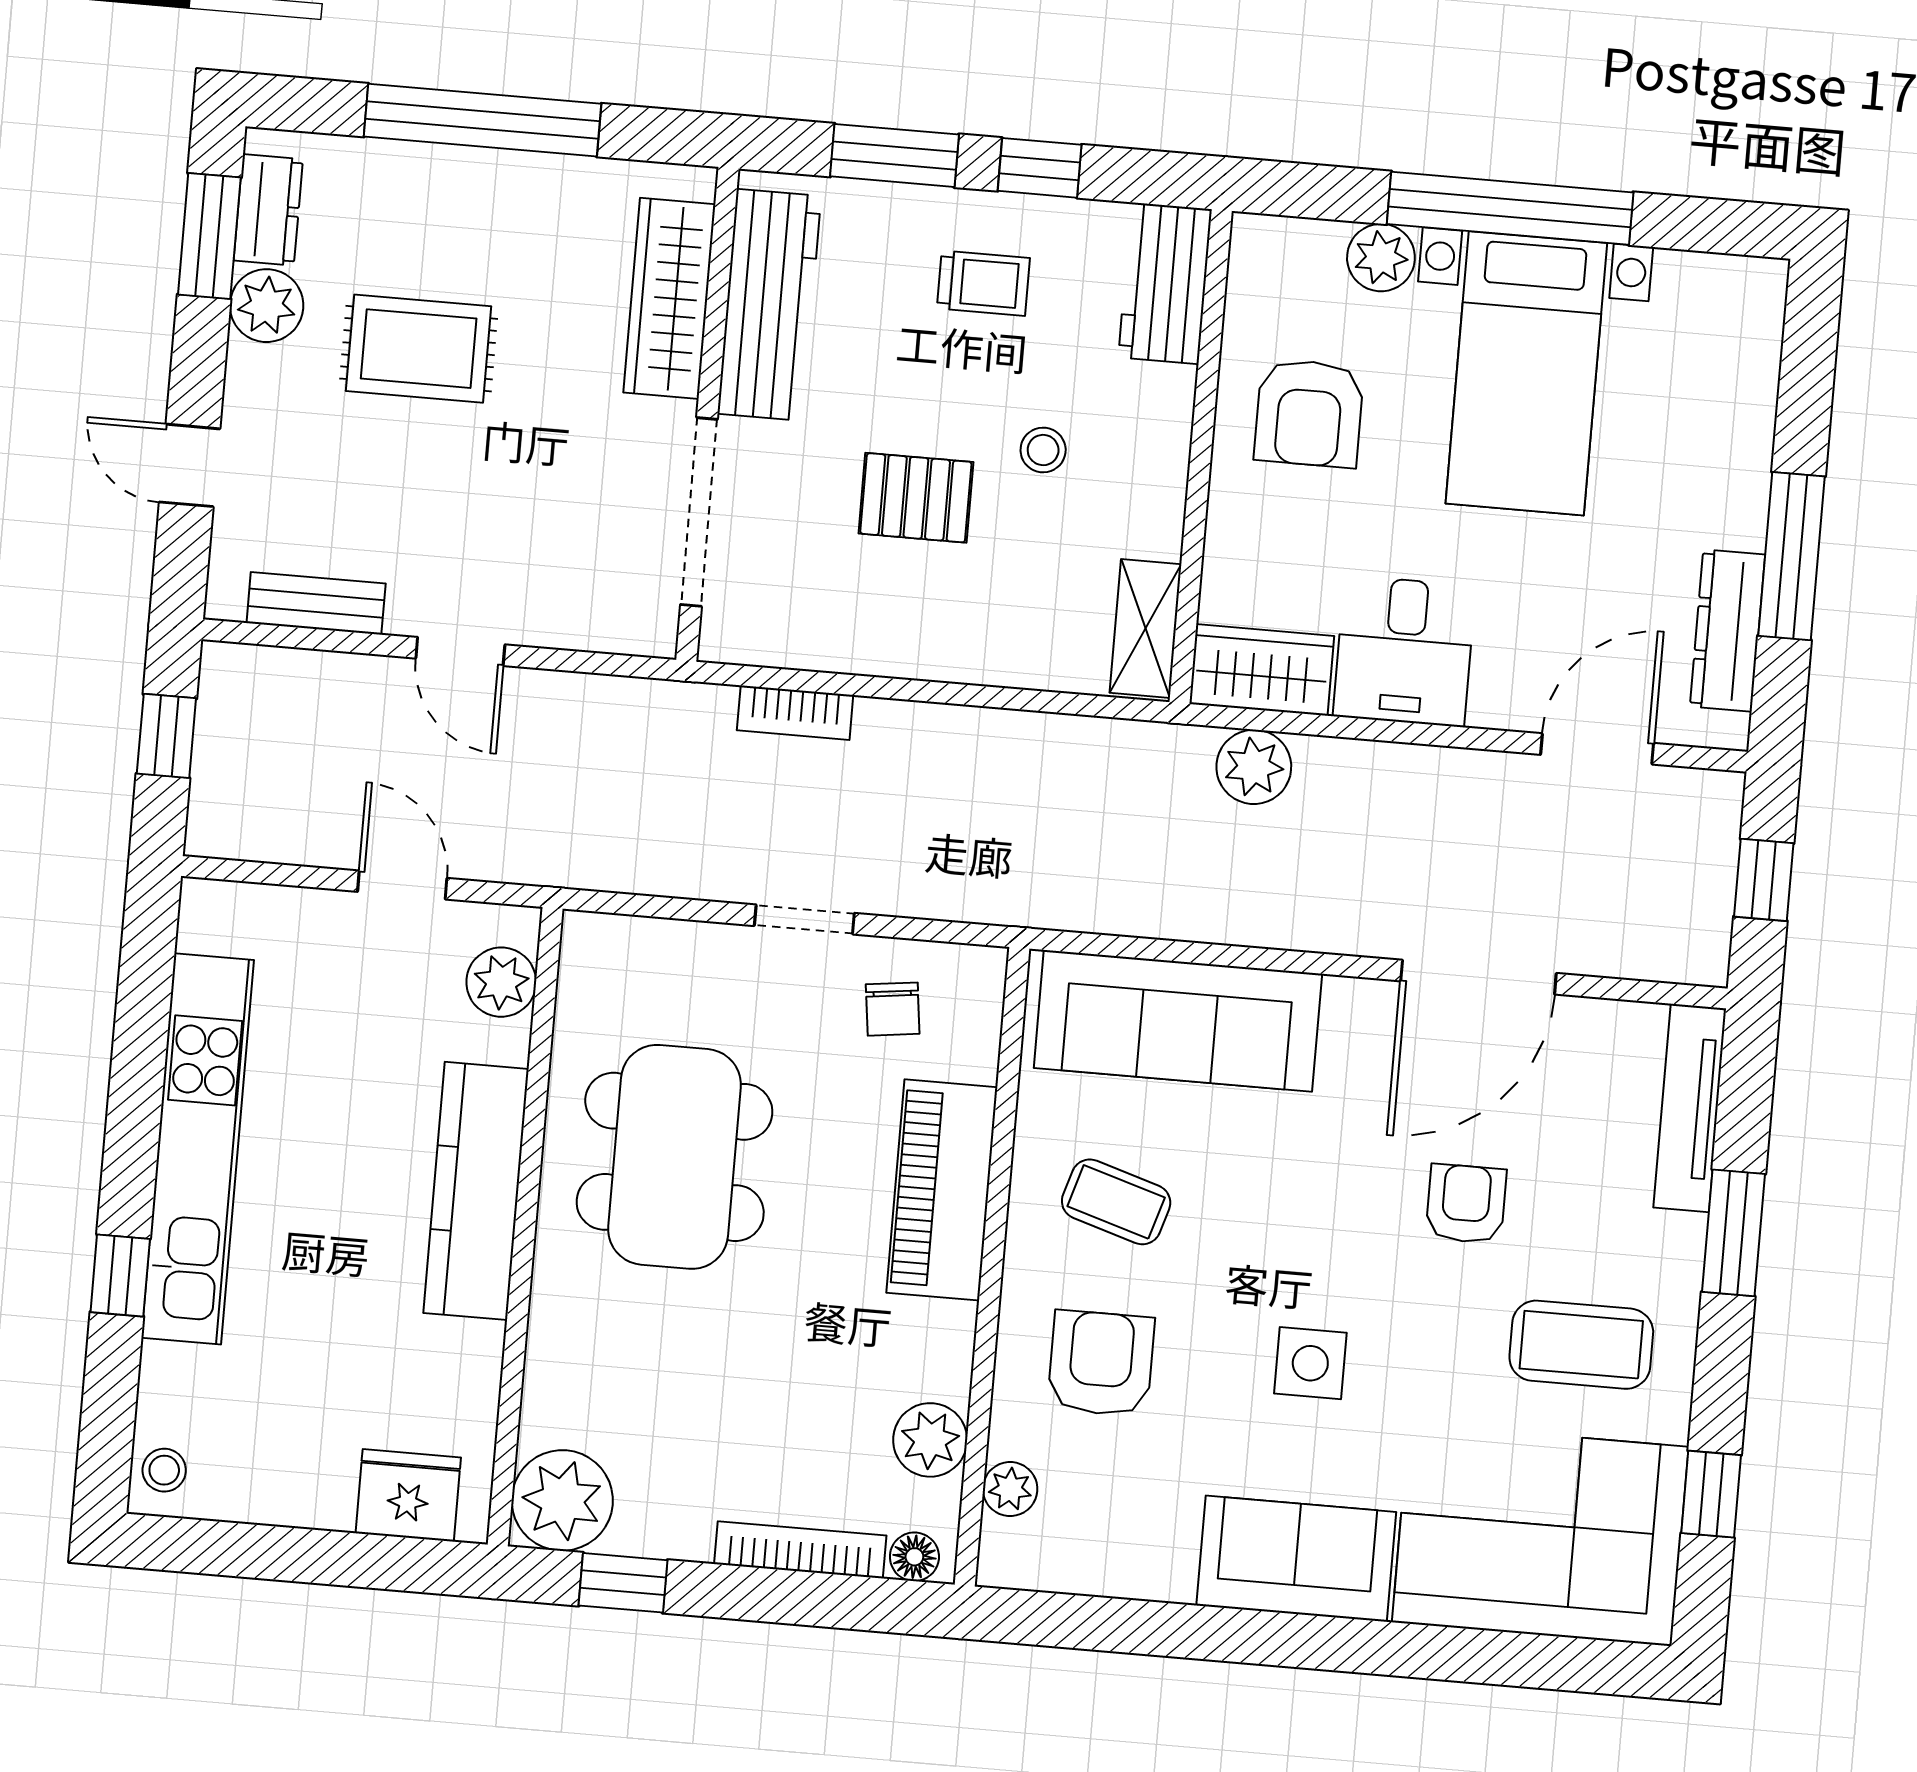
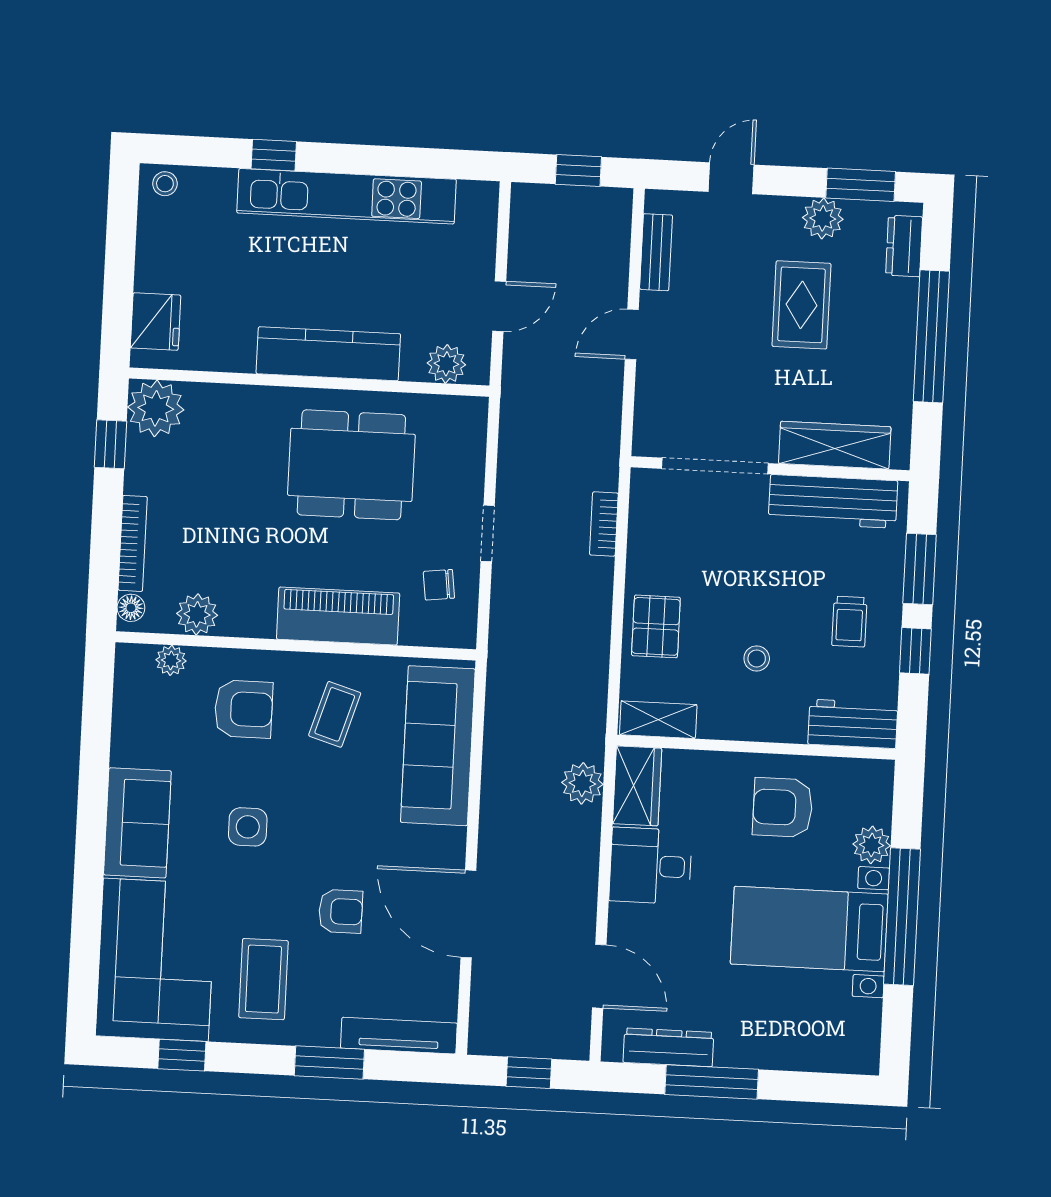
dresser: (268, 210) -> (904, 246), moved, turned 90
pallet: (916, 498) -> (656, 626), moved

